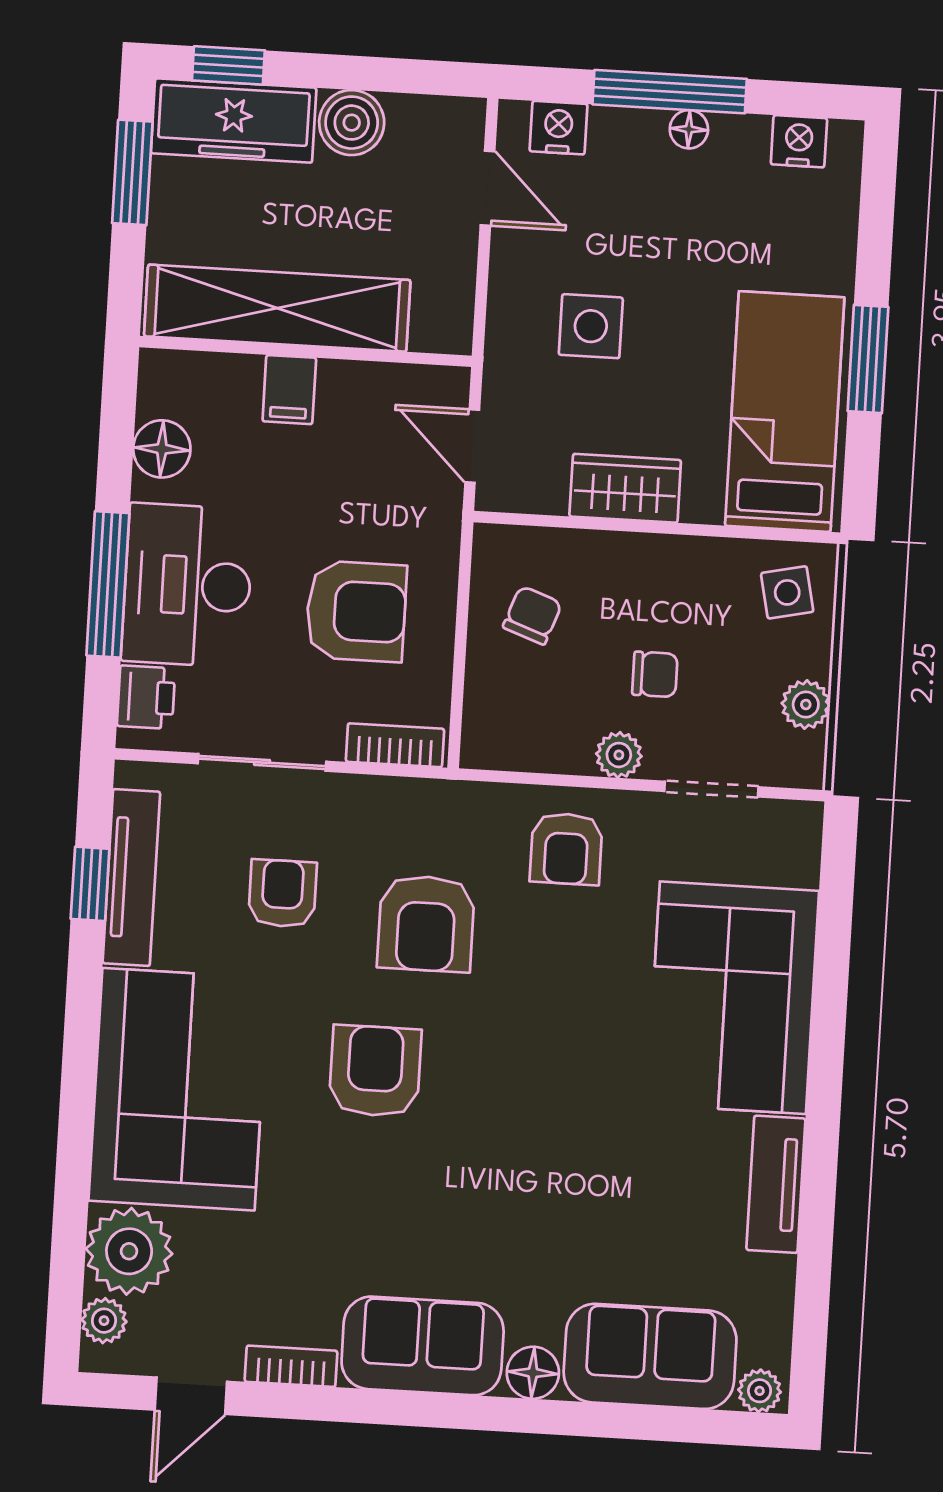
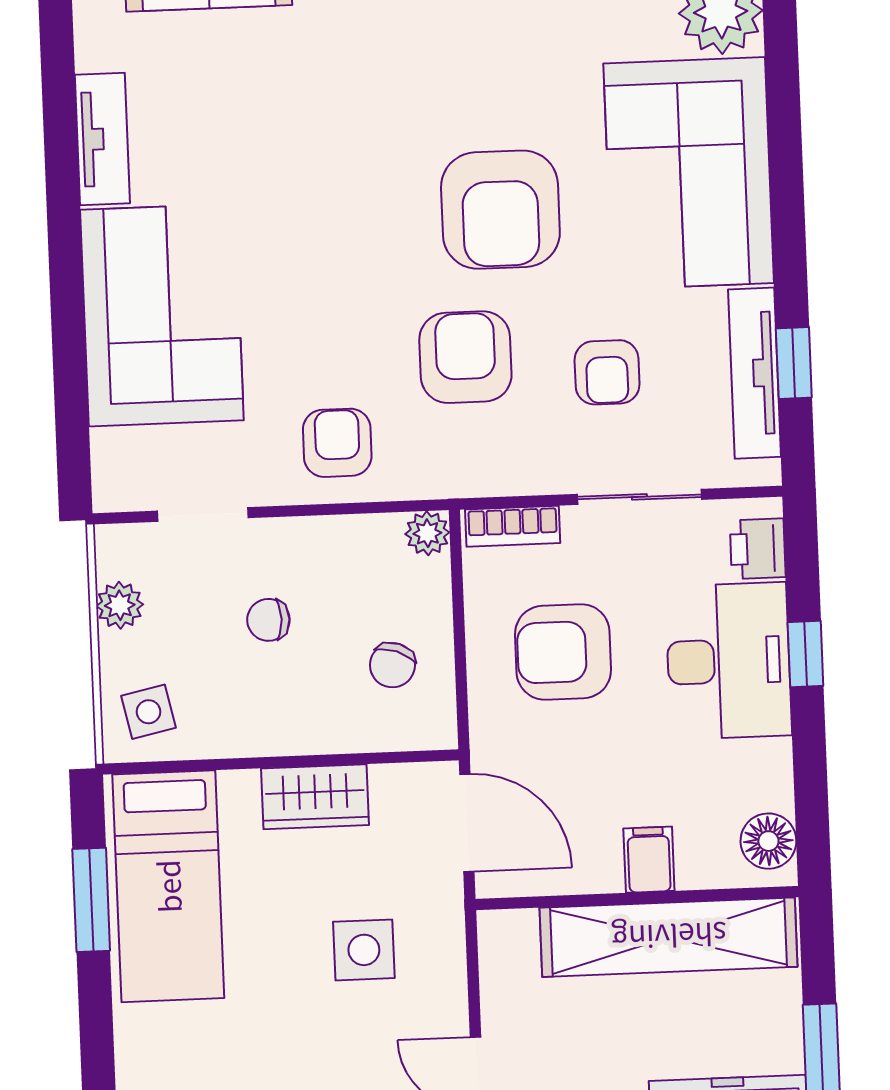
window: (868, 359) -> (91, 900), moved
door: (472, 446) -> (467, 823), width x1.38
floor lamp: (162, 449) -> (768, 841), moved
window: (108, 584) -> (805, 654), width x0.46
plant: (619, 755) -> (427, 533), moved
armchair: (375, 1071) -> (500, 210), width x1.36, depth x1.36

